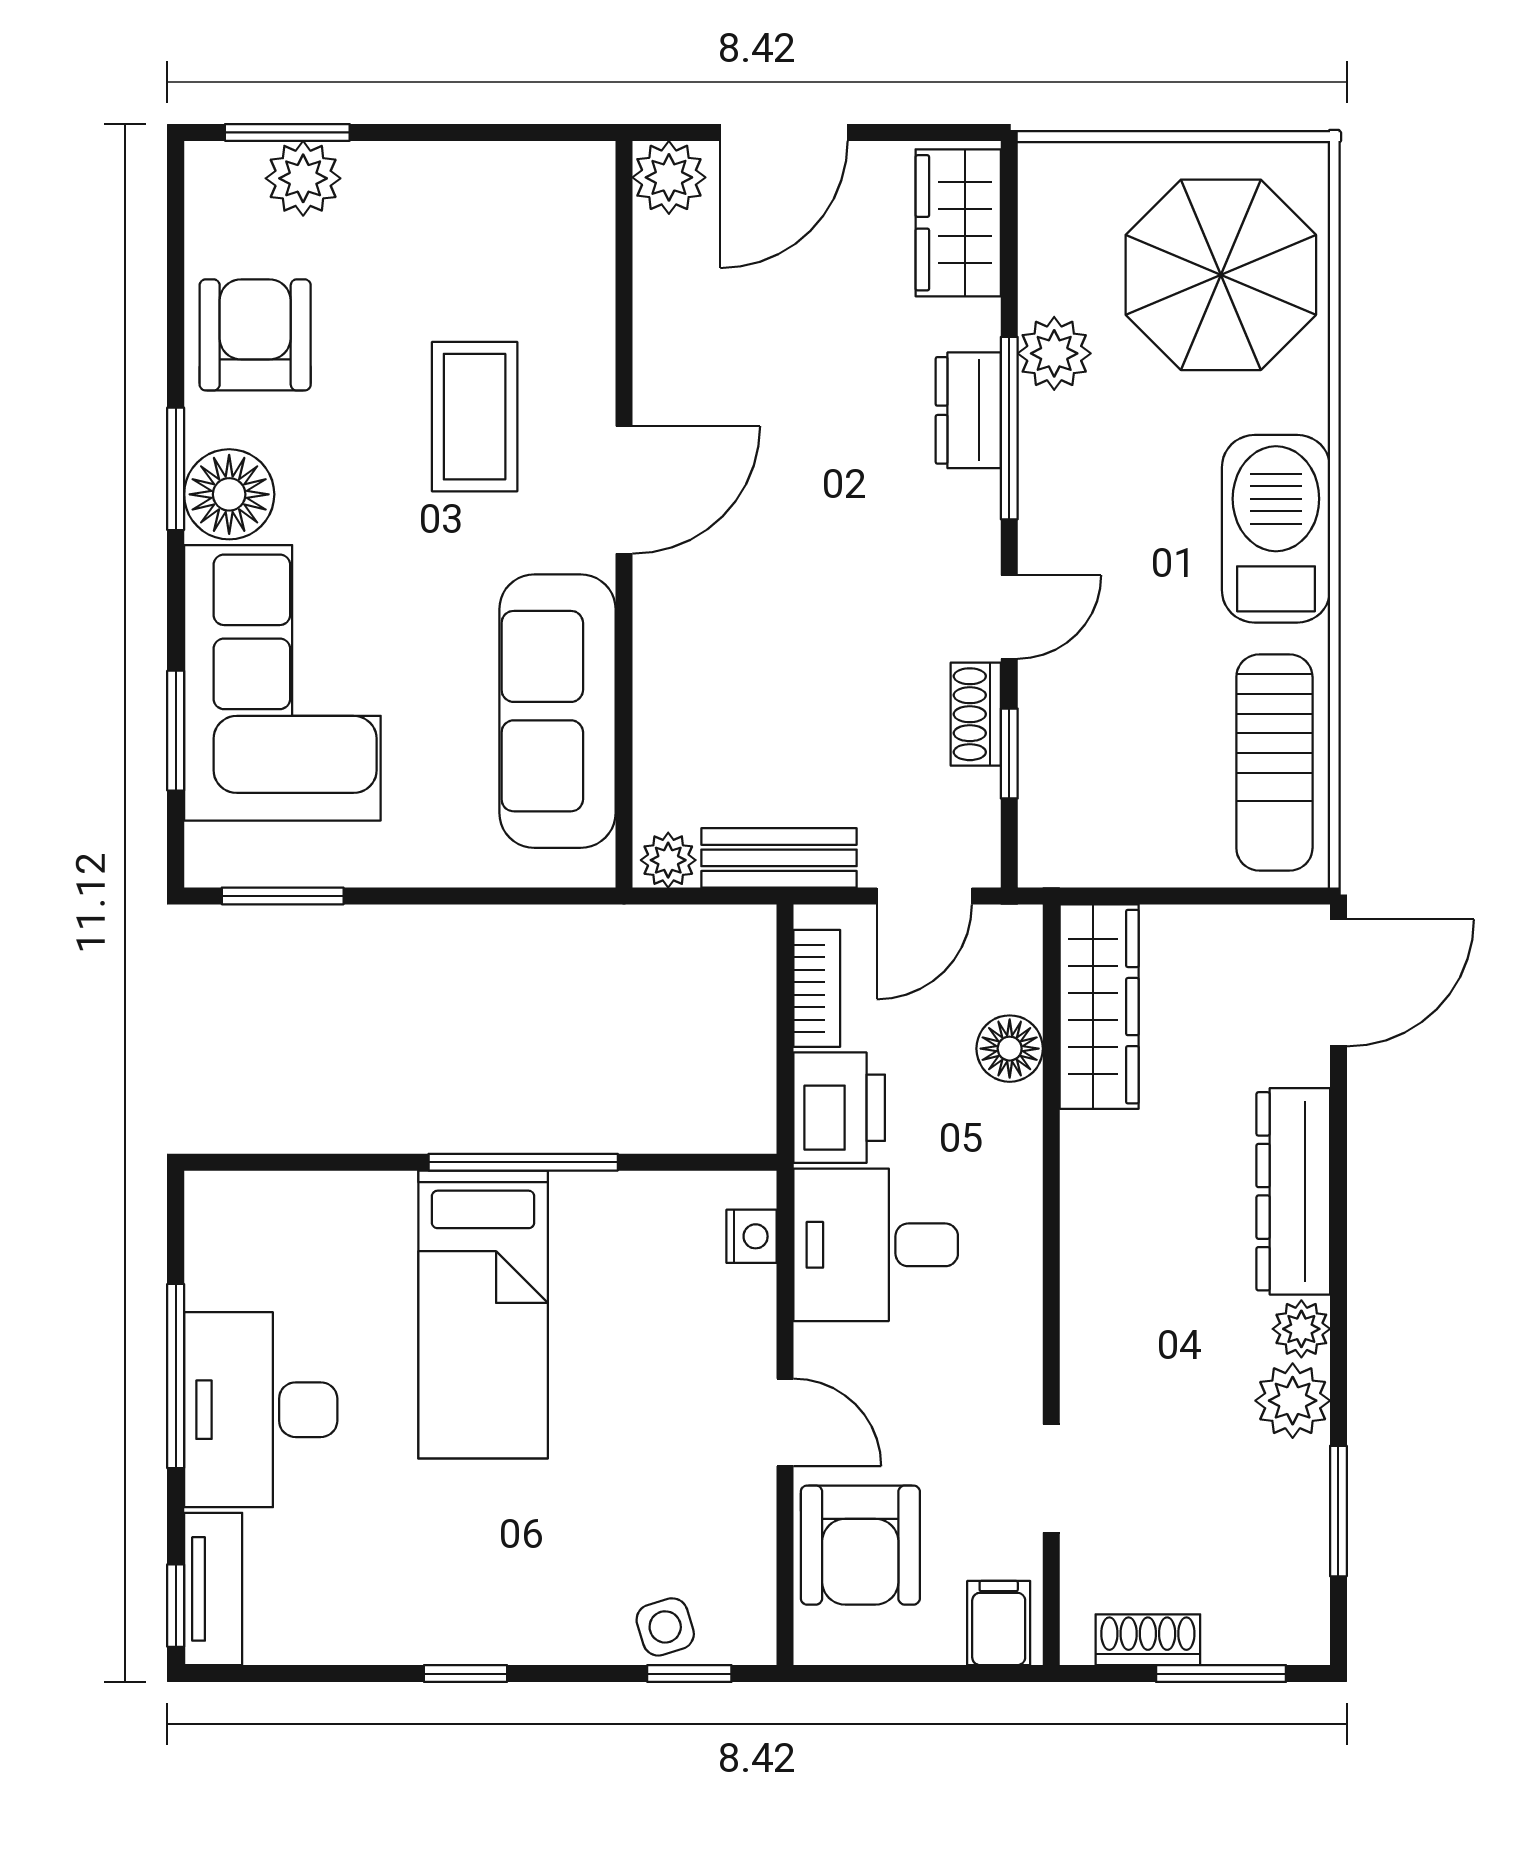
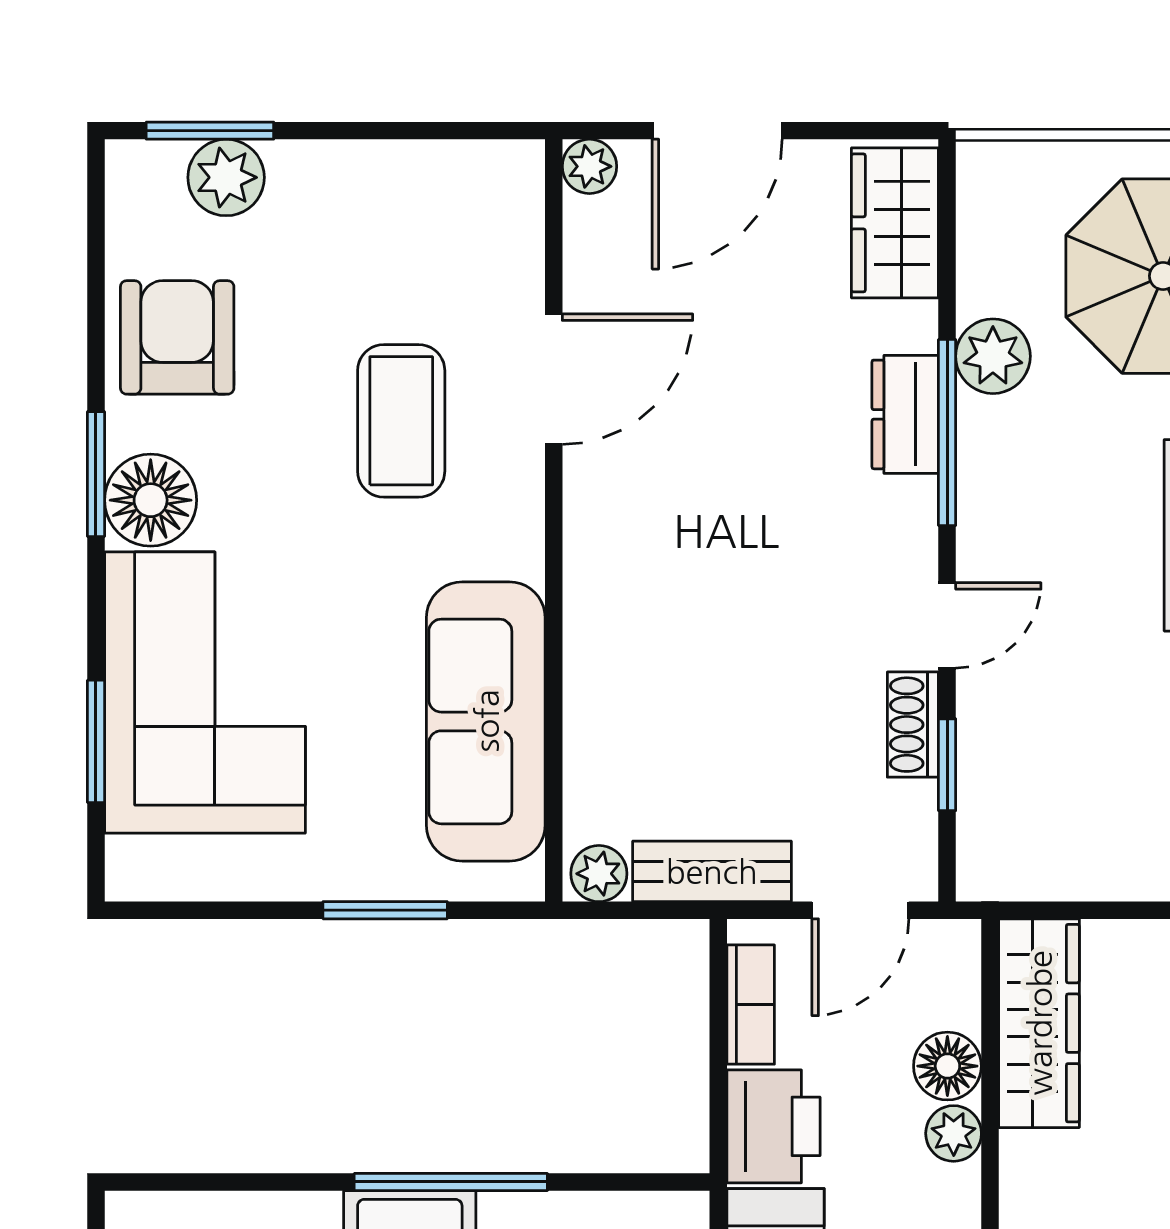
plant: (669, 177) -> (589, 166), width x0.73, depth x0.73
door: (624, 490) -> (554, 379), moved
window: (283, 896) -> (385, 910), moved
plant: (1016, 1115) -> (954, 1133), added

